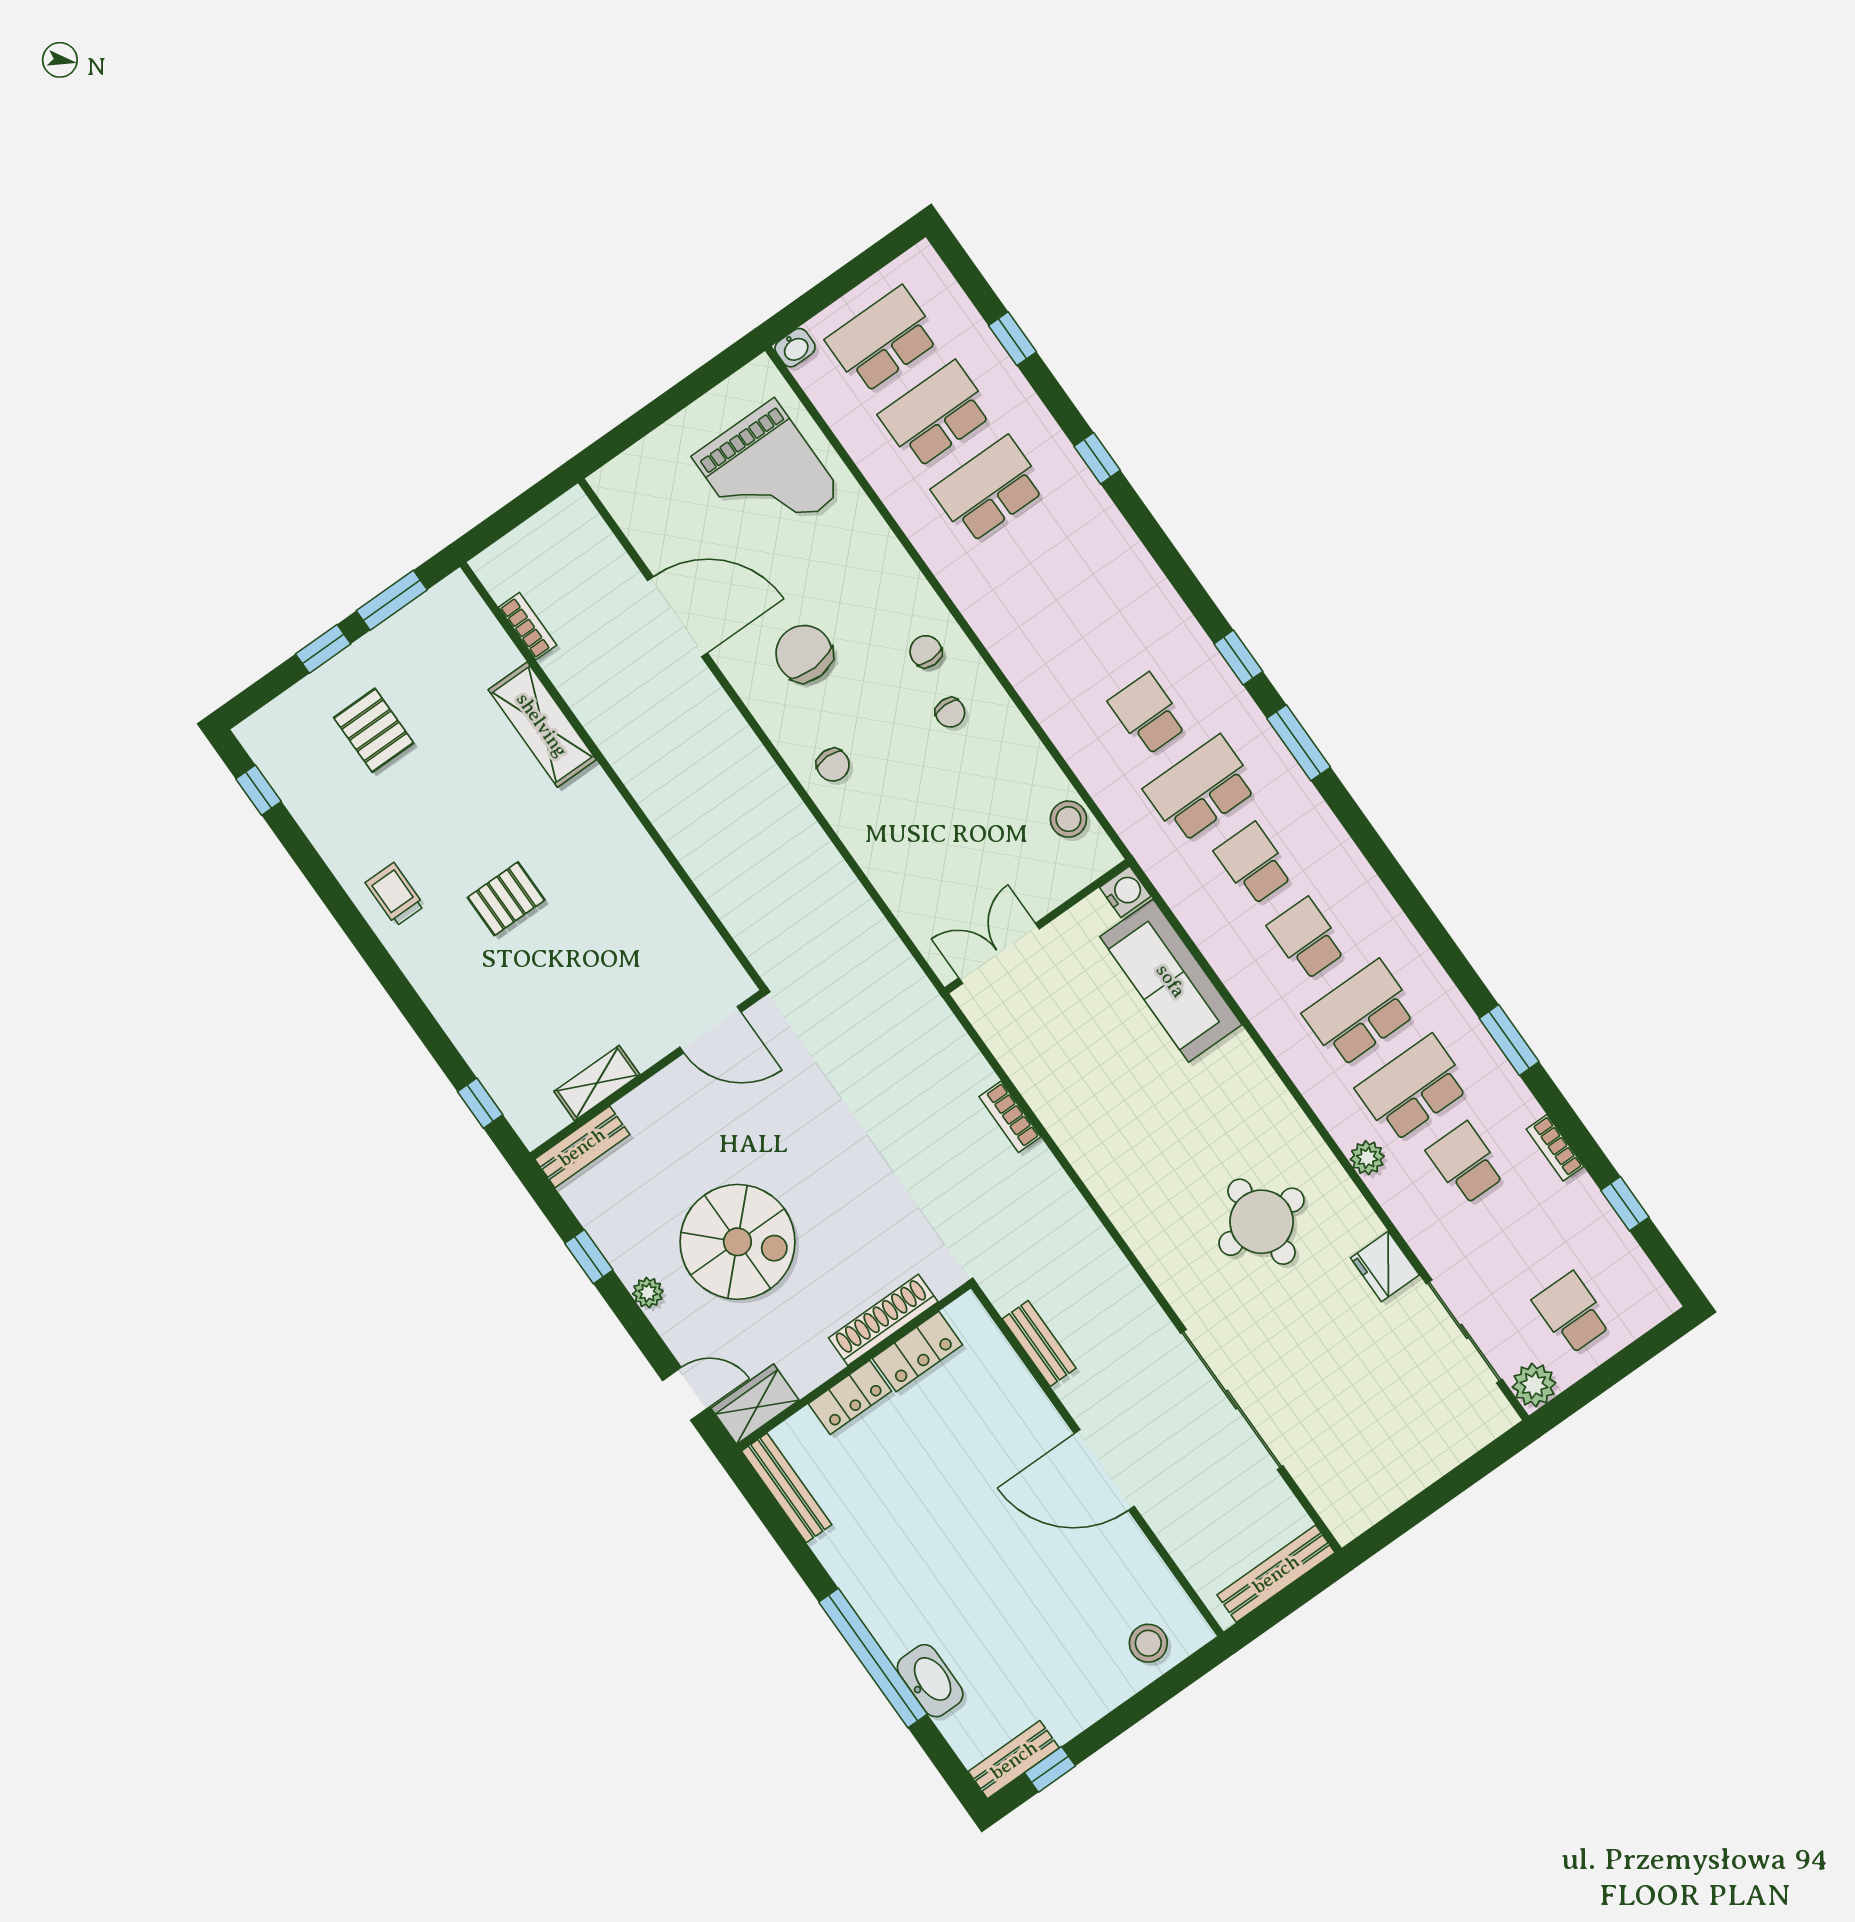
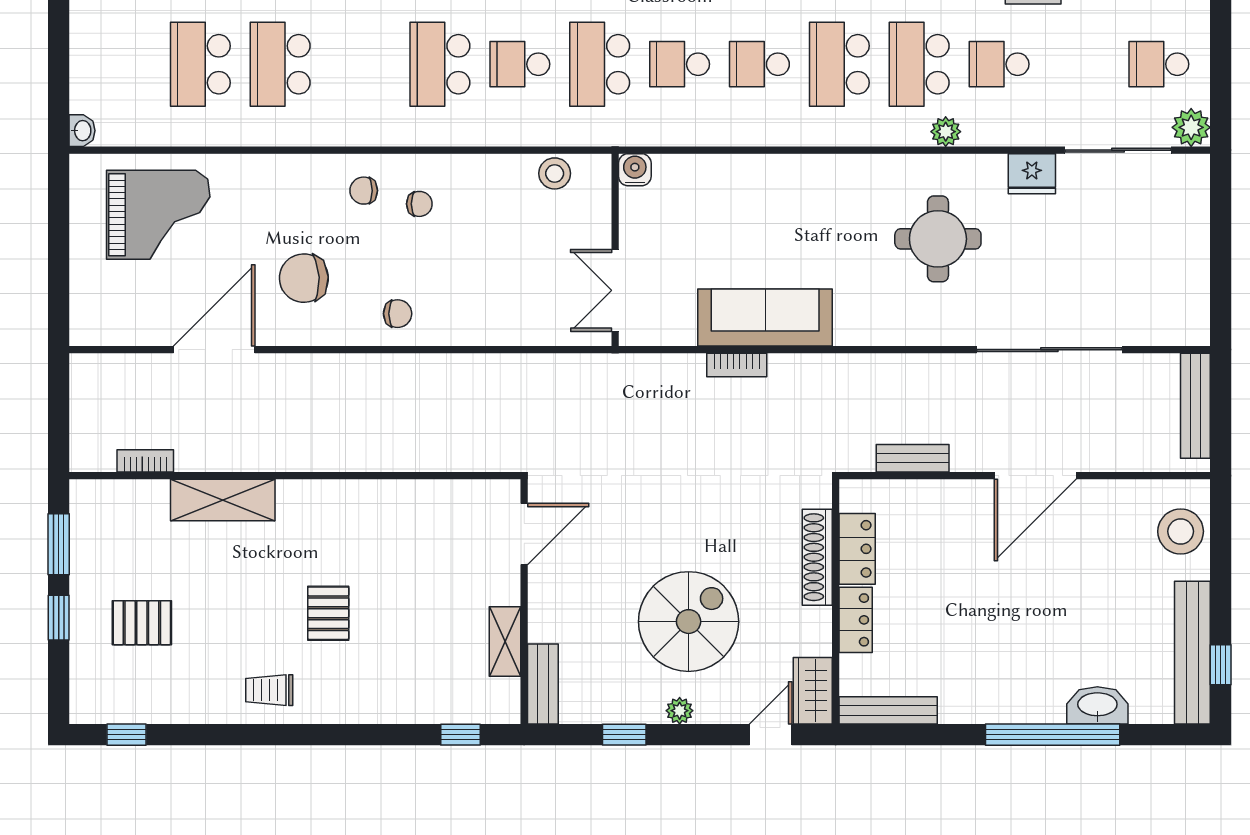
school desk: (883, 340) -> (440, 64), moved
sofa: (1171, 981) -> (765, 318), moved, turned 180
stool: (1148, 1643) -> (1181, 531), width x1.38, depth x1.38
bench: (1014, 1760) -> (1192, 653), width x1.86, depth x1.21

